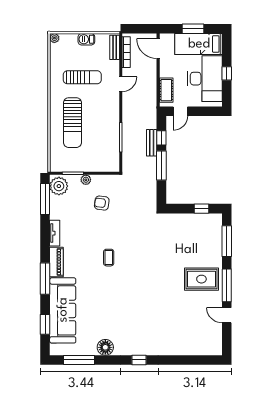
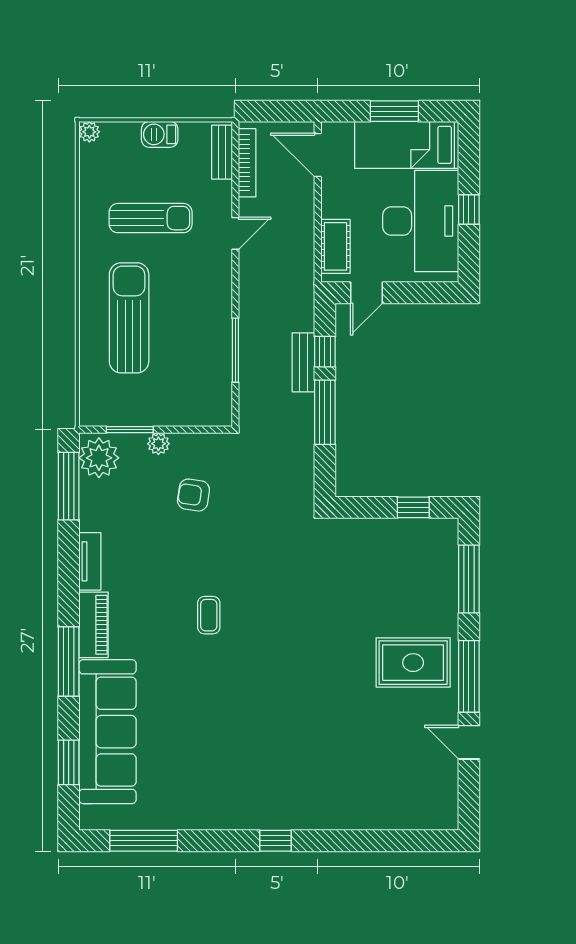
sun lounger: (72, 123) -> (129, 318), turned 180
floor lamp: (105, 347) -> (201, 813), removed

